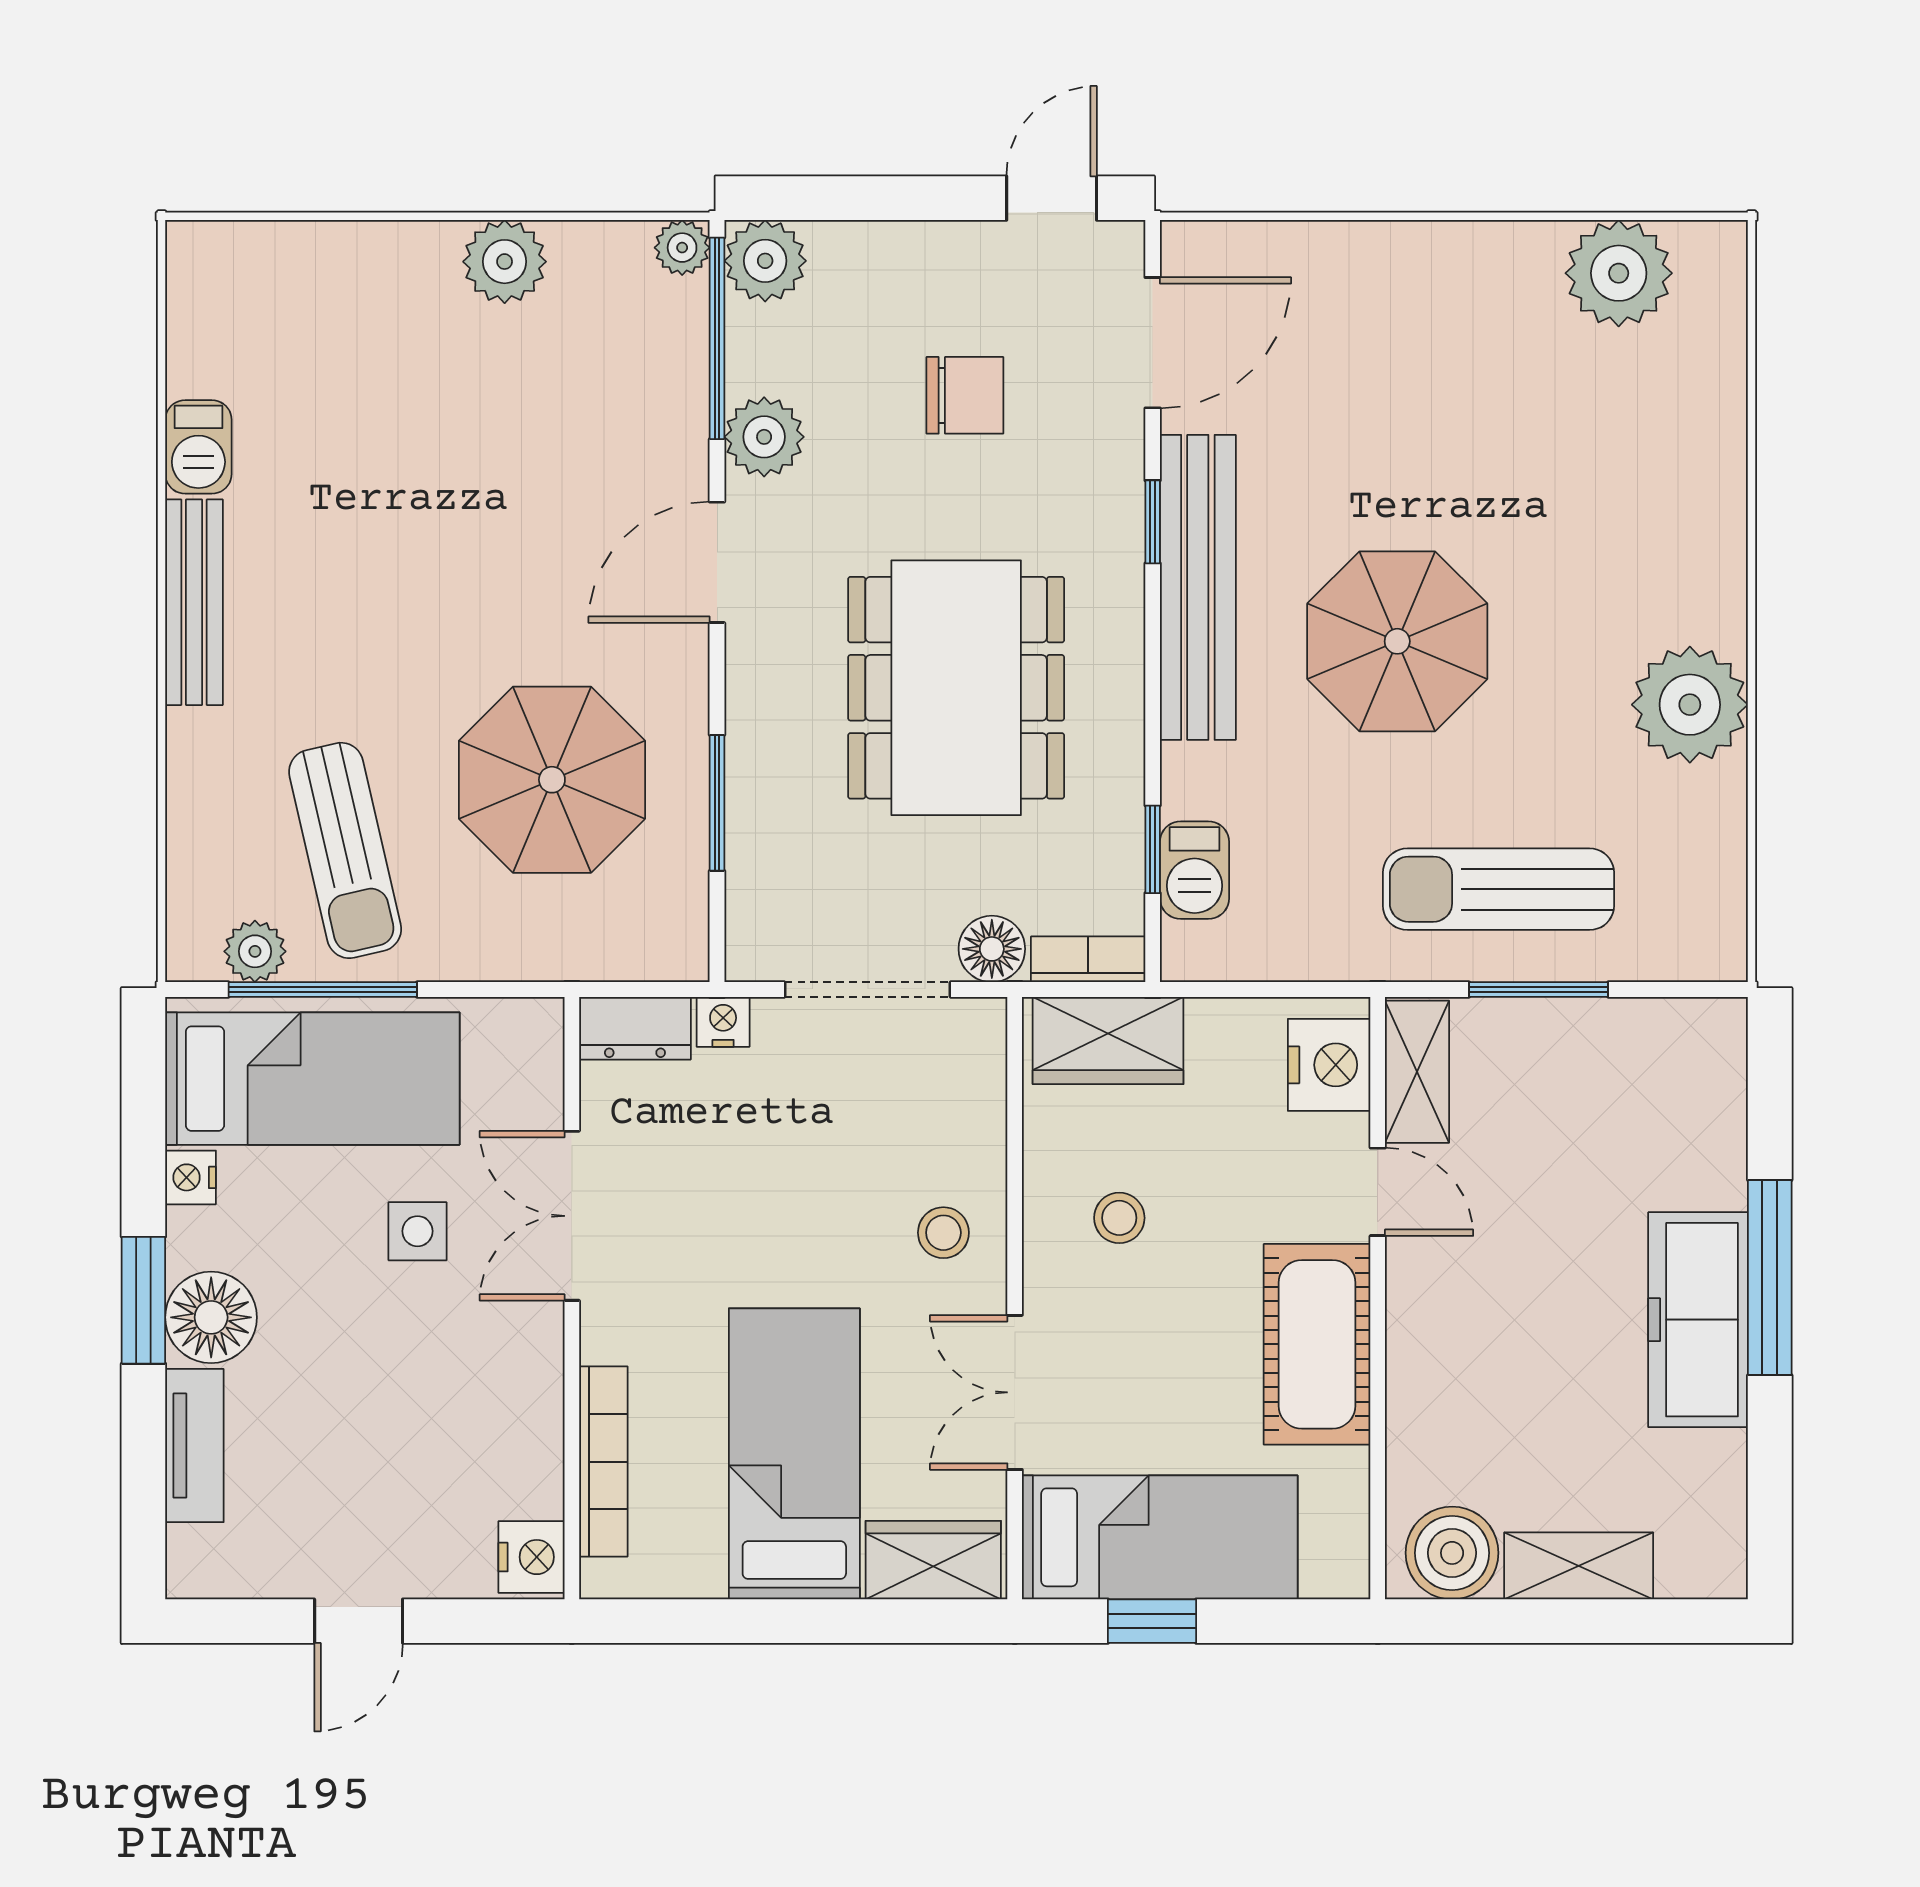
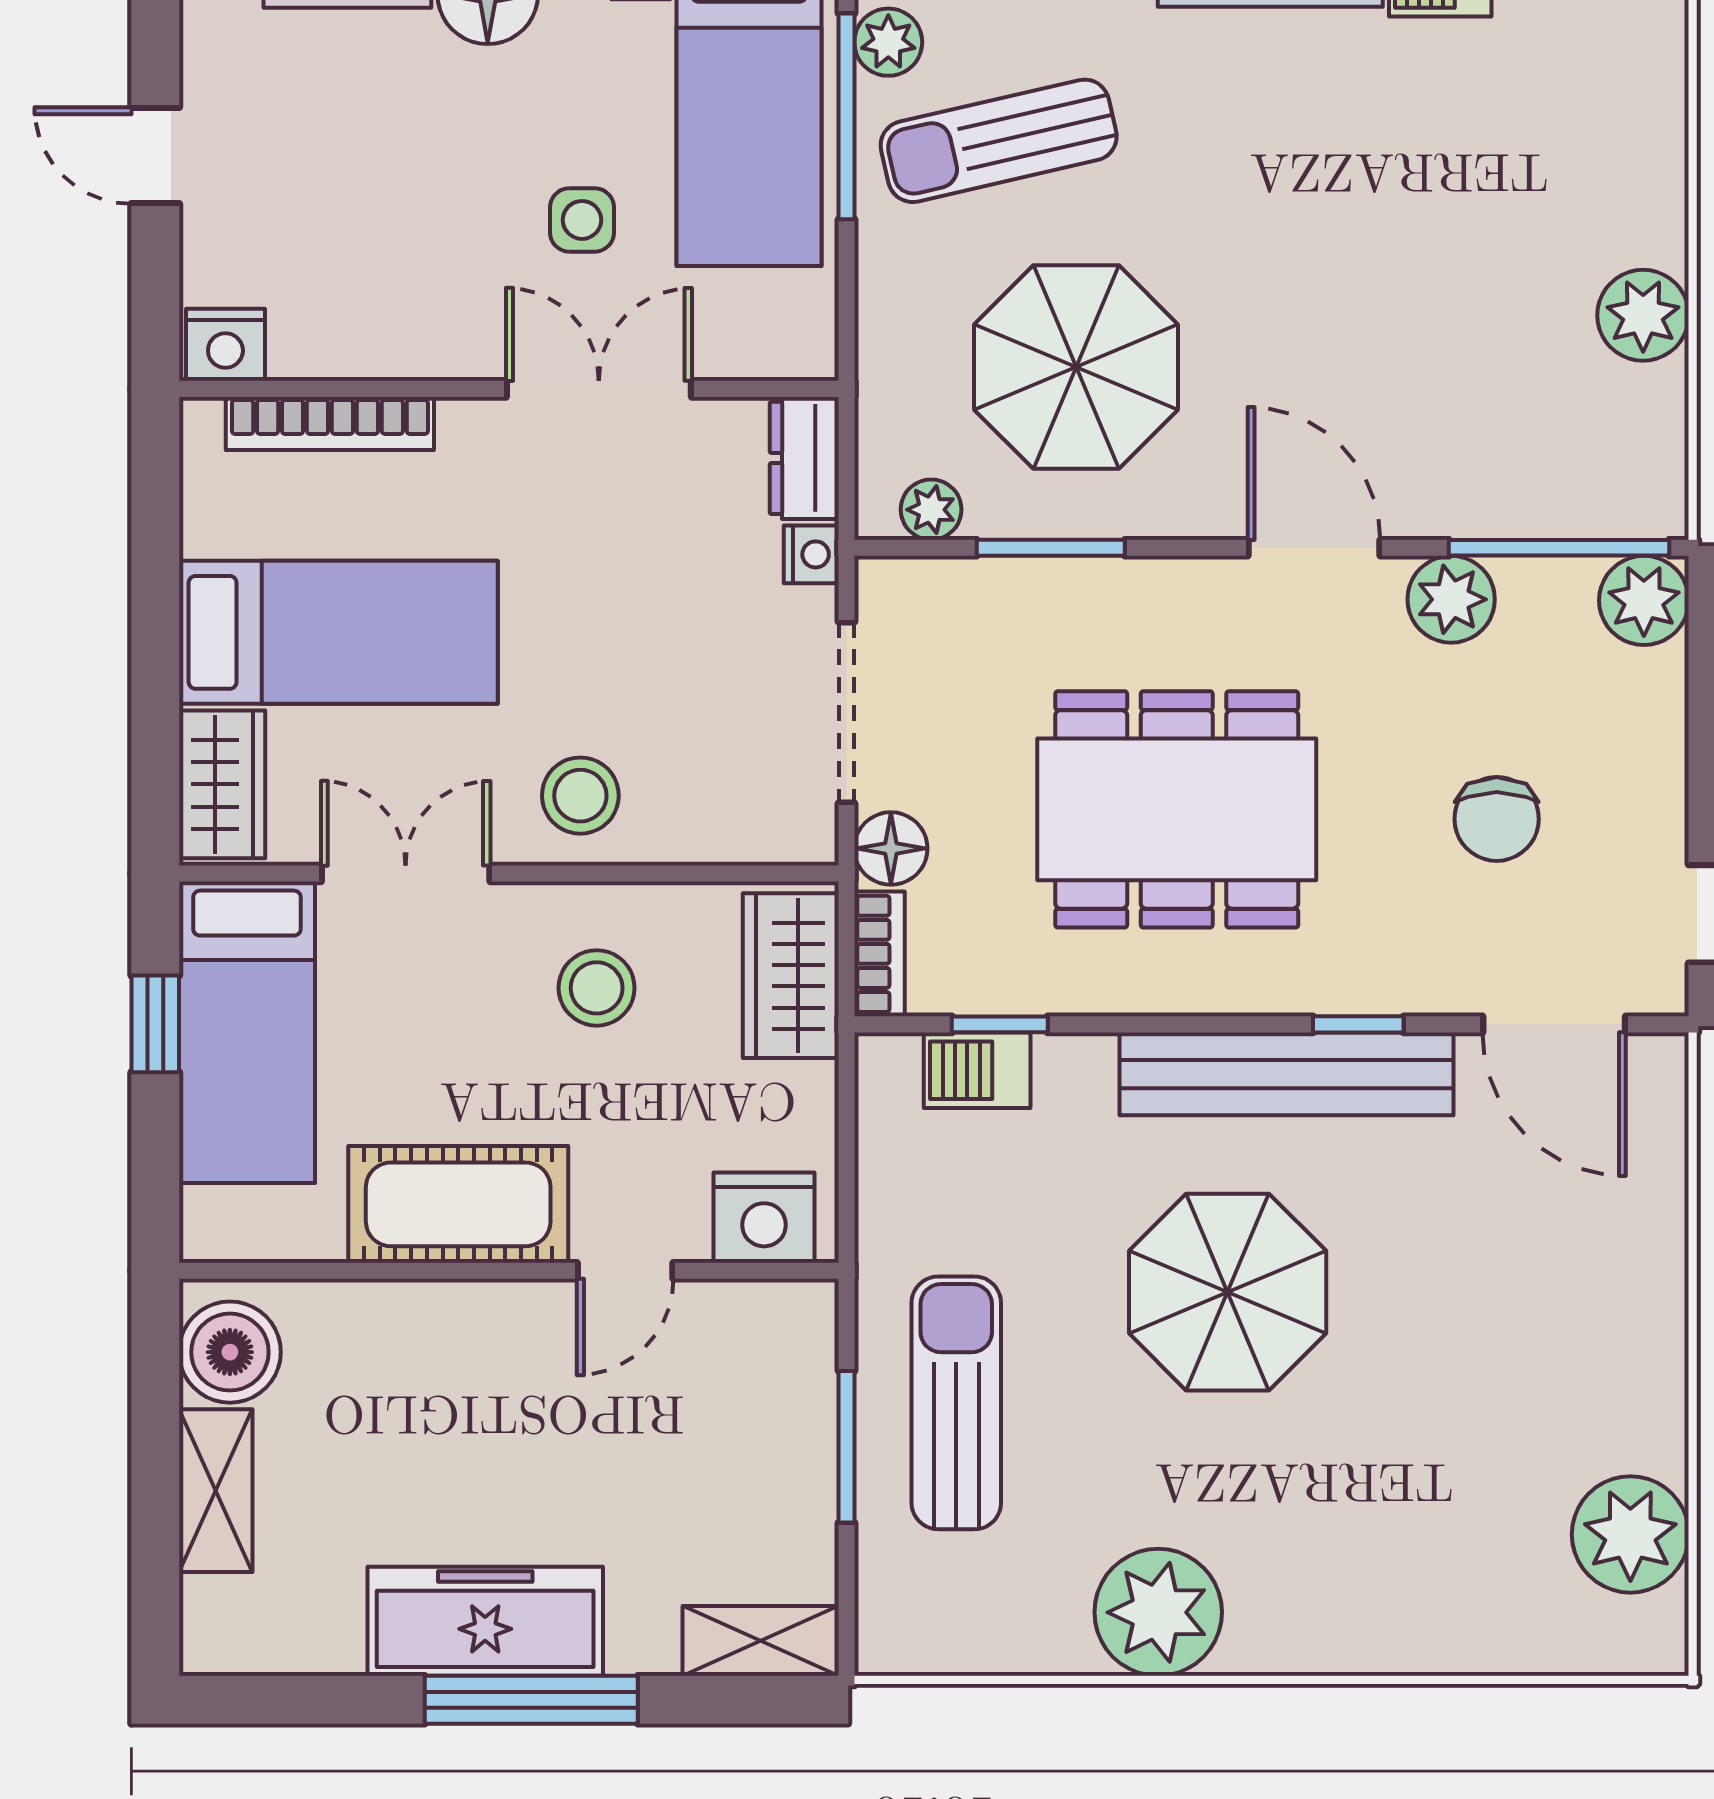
plant: (682, 248) -> (931, 510), moved
shelving: (1417, 1072) -> (761, 1641), moved
stool: (1119, 1218) -> (597, 988), width x1.37, depth x1.37
stool: (943, 1233) -> (580, 796), width x1.37, depth x1.37

